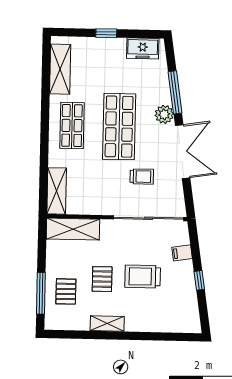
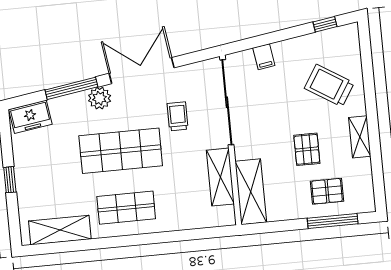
freezer: (143, 48) -> (30, 117), moved, turned 81
shelving: (57, 191) -> (220, 177), moved, turned 90
trolley: (143, 276) -> (329, 86), moved, turned 122
pallet: (102, 279) -> (307, 149), turned 90
window: (199, 280) -> (325, 24), moved

